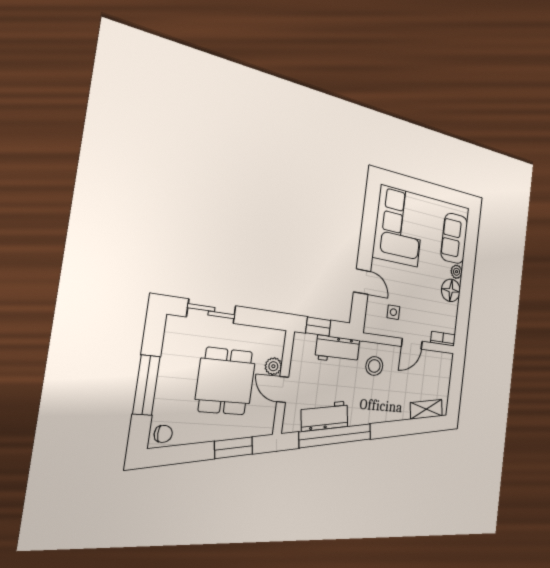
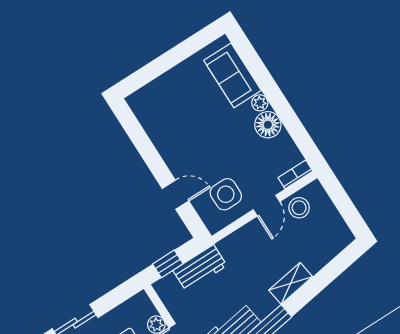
corner sofa: (399, 226) -> (170, 117), removed
side table: (393, 312) -> (226, 194), width x1.87, depth x1.87
stool: (374, 366) -> (299, 208), moved
shelving: (426, 409) -> (291, 283), moved

